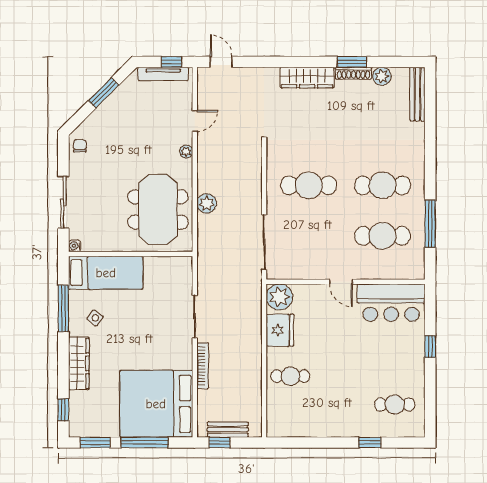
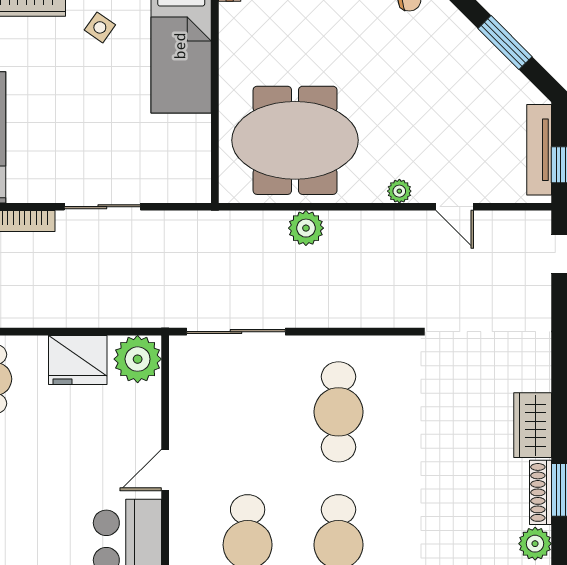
wardrobe: (307, 78) -> (533, 425), width x0.67

